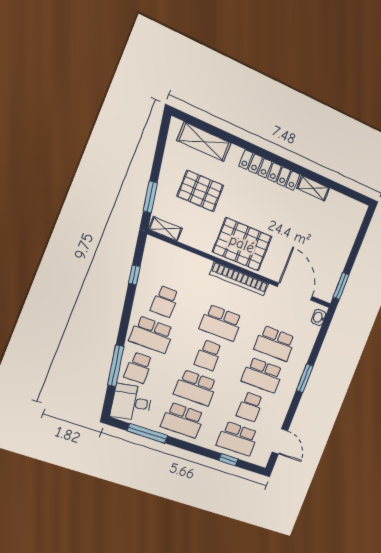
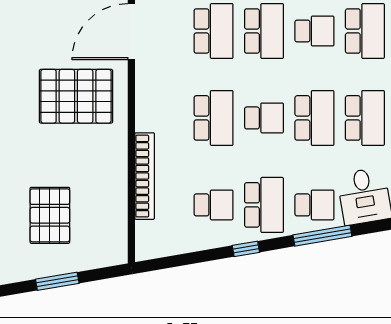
window: (150, 197) -> (57, 281), moved
shelving: (165, 229) -> (118, 241), removed
pallet: (242, 244) -> (76, 96), moved, turned 90
window: (134, 275) -> (246, 249), moved
bookcase: (239, 279) -> (145, 176), moved

